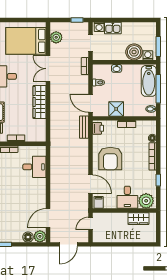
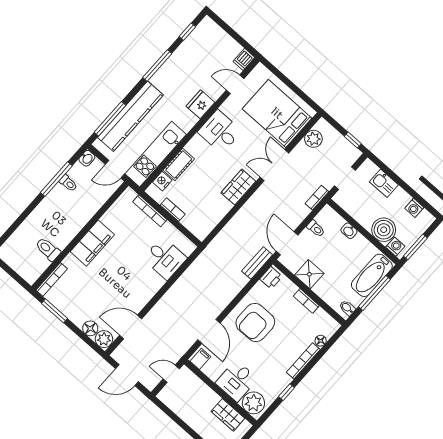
washing machine: (99, 27) -> (414, 208), moved
wardrobe: (40, 102) -> (238, 187), width x0.67

